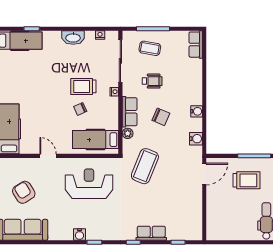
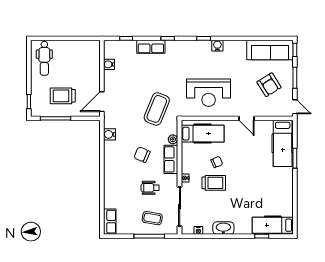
water cooler: (197, 111) -> (109, 64), moved

